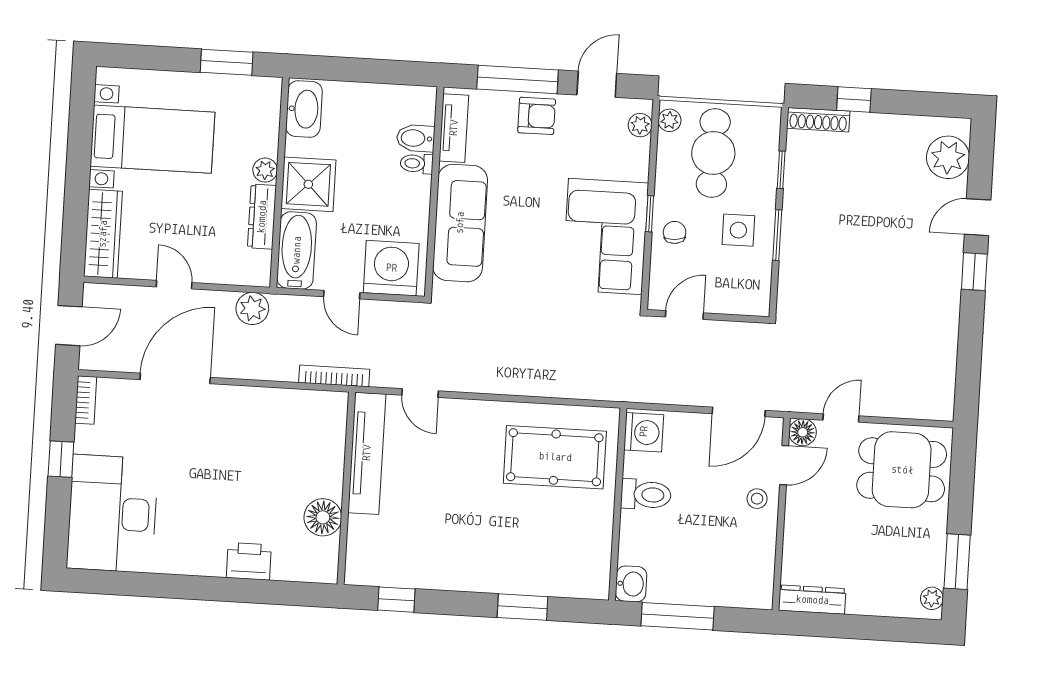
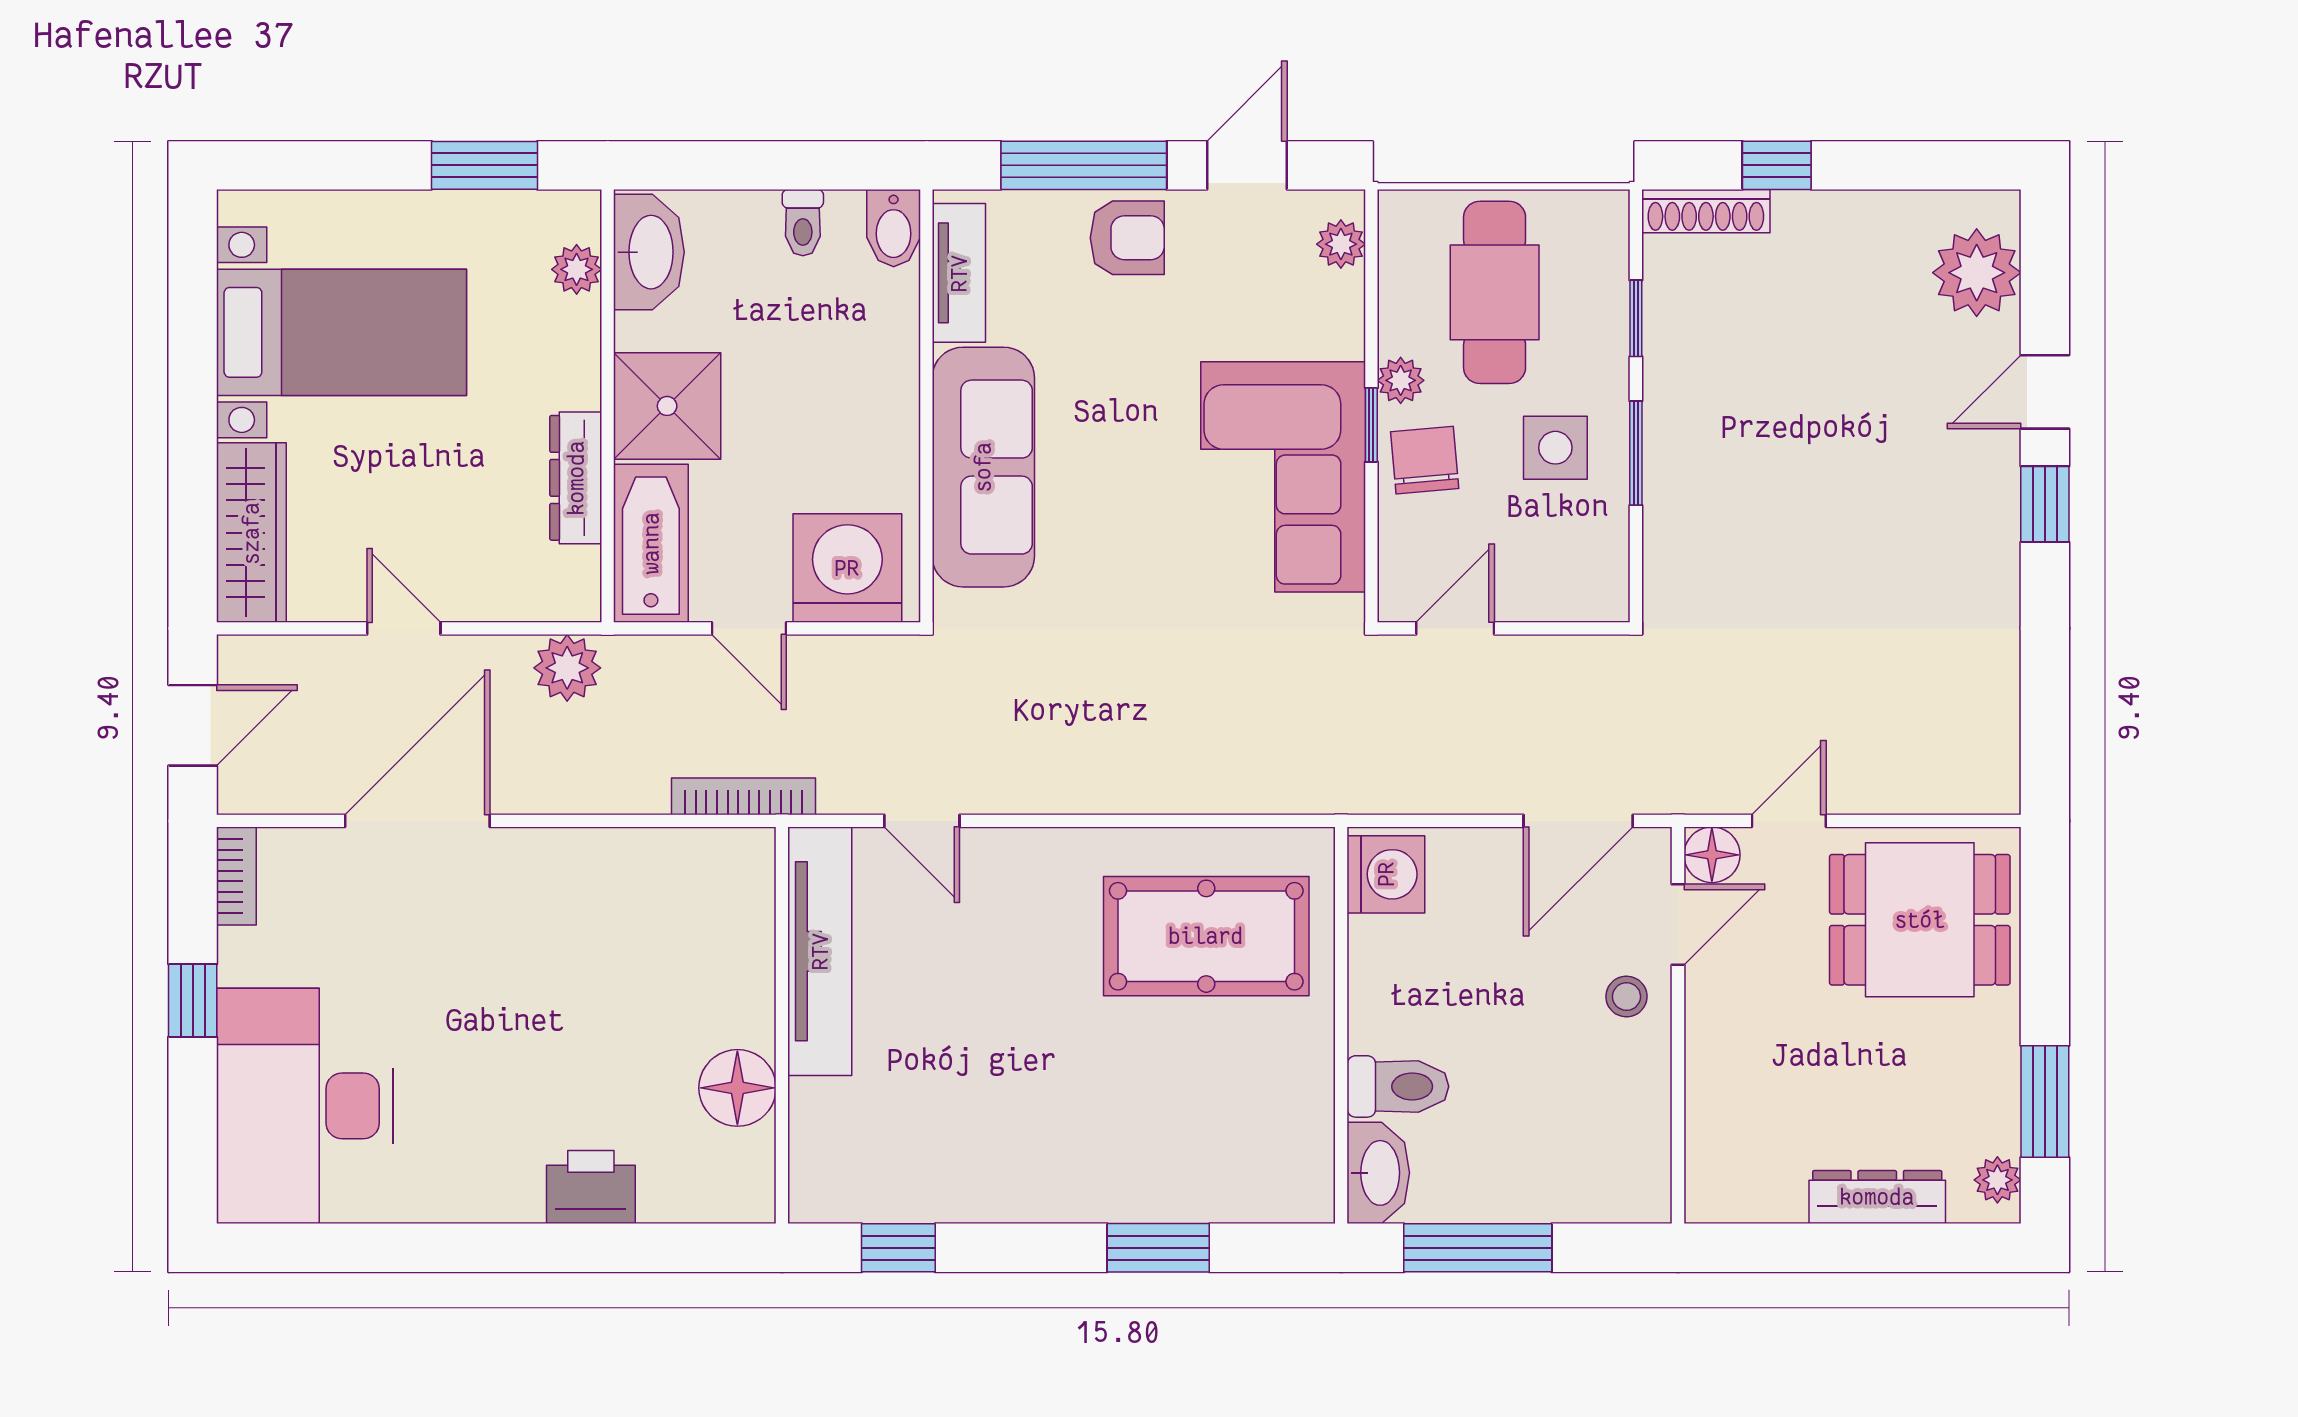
plant: (670, 120) -> (1401, 380), moved
bidet: (416, 138) -> (894, 228), moved, turned -90
toilet: (417, 164) -> (803, 223), moved, turned -90
plant: (265, 170) -> (577, 269), moved
chair: (675, 232) -> (1425, 460), width x1.37, depth x1.37
toilet: (646, 495) -> (1398, 1086), moved
washbasin: (631, 584) -> (1378, 1173), width x1.38
dresser: (812, 600) -> (1877, 1197), moved

